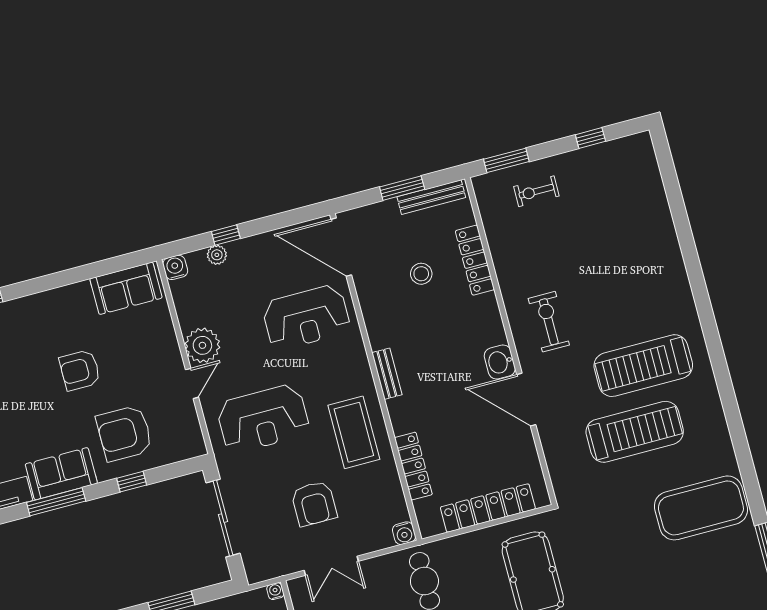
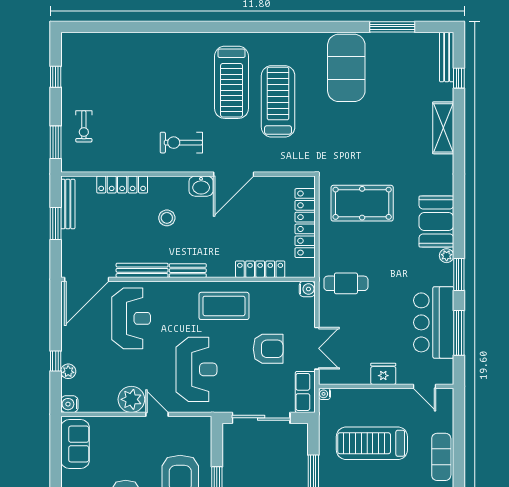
stool: (421, 274) -> (167, 218), moved
bench: (372, 315) -> (142, 270), added
row of seats: (271, 566) -> (305, 392), added

